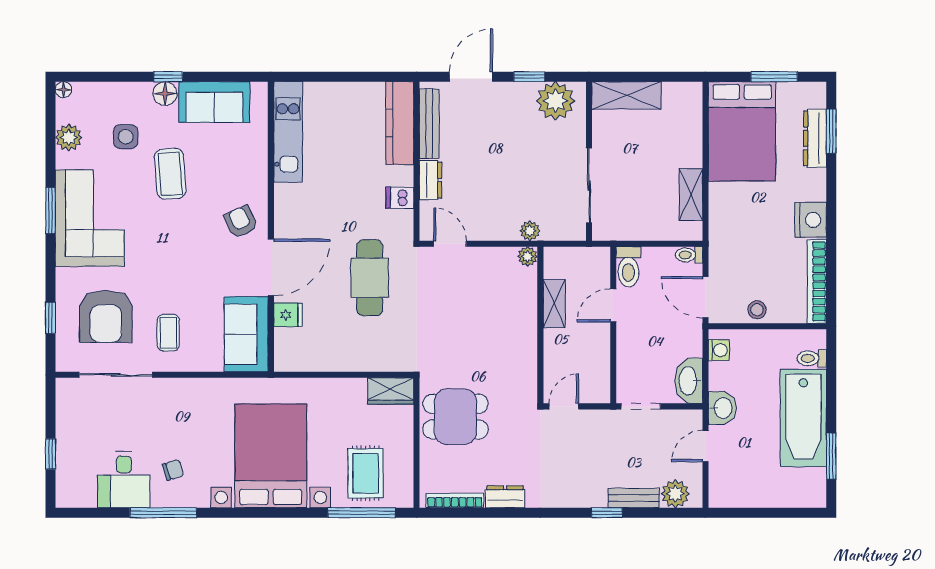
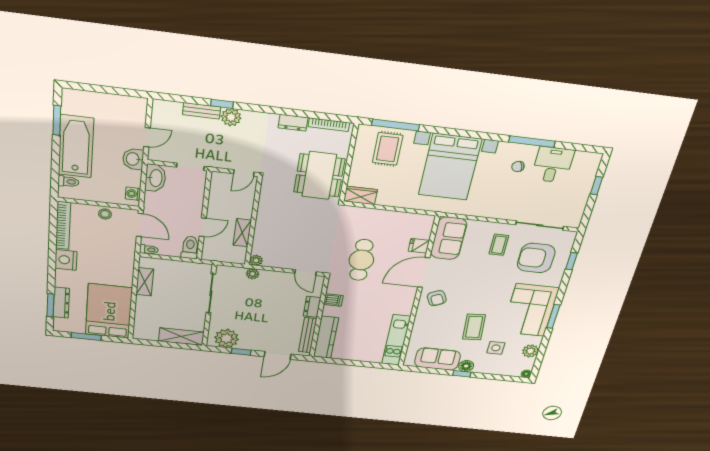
armchair: (106, 316) -> (536, 258), turned -90
dining table: (455, 417) -> (319, 175), width x1.38
plant: (675, 494) -> (231, 117), moved

